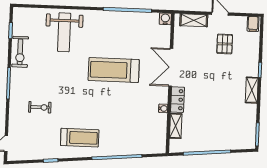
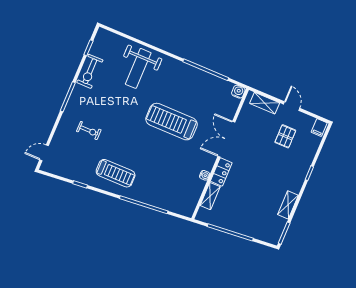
shelving: (252, 90) -> (288, 205), moved

